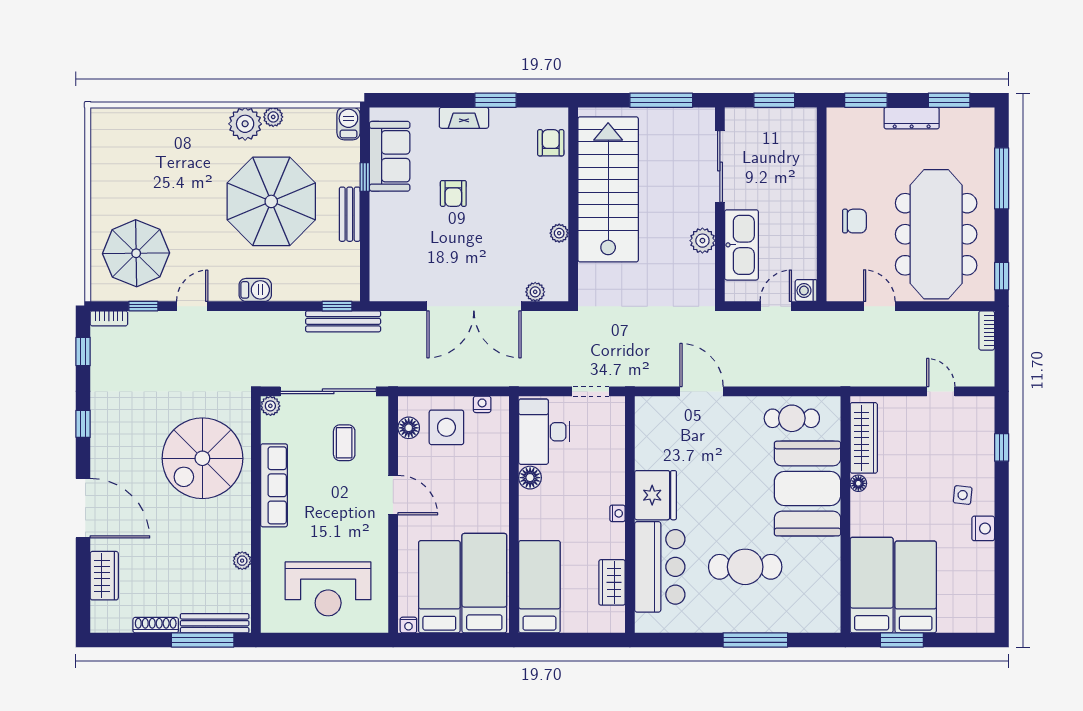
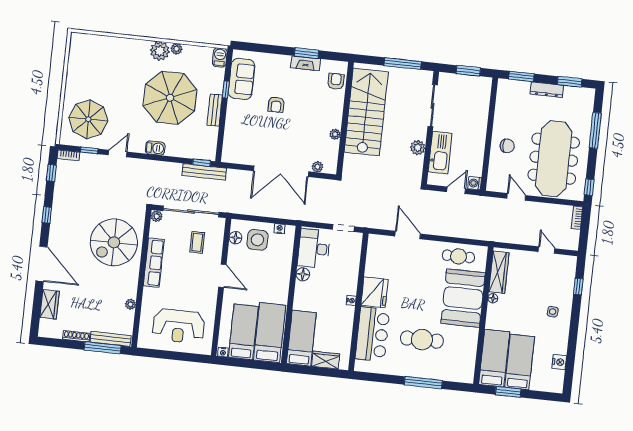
fireplace: (464, 118) -> (305, 63), moved
nightstand: (983, 528) -> (559, 362), moved
wardrobe: (612, 582) -> (326, 360), moved, turned 90

